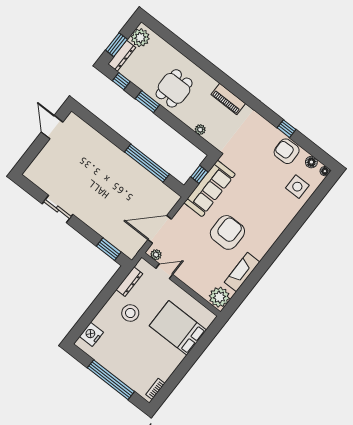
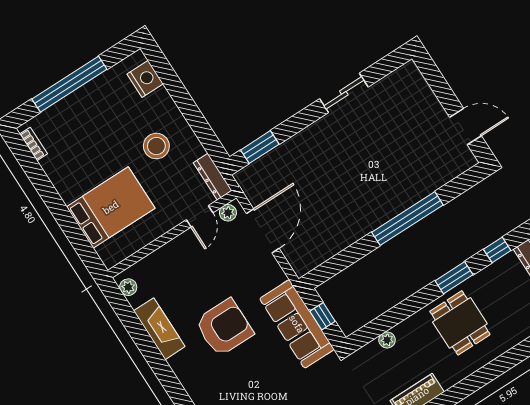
window: (147, 163) -> (407, 219), moved
armchair: (227, 232) -> (224, 328), turned -90
dresser: (129, 282) -> (213, 177), moved
plant: (219, 297) -> (128, 287), width x0.53, depth x0.53

